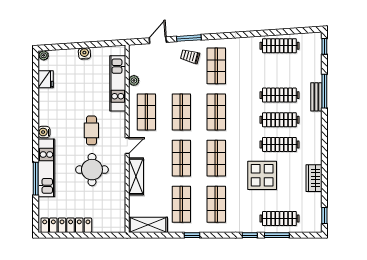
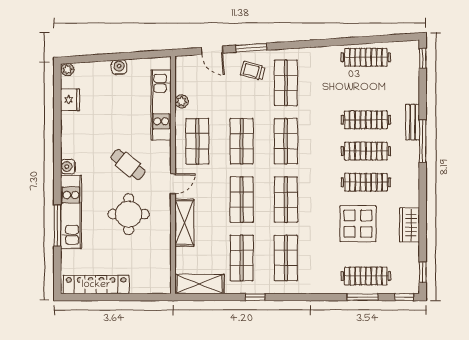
door: (158, 40) -> (212, 50), swing flipped
window: (324, 91) -> (423, 141), moved
cafe table: (91, 130) -> (128, 165), turned -51
display table: (262, 175) -> (358, 224), moved
window: (250, 235) -> (404, 297), moved

